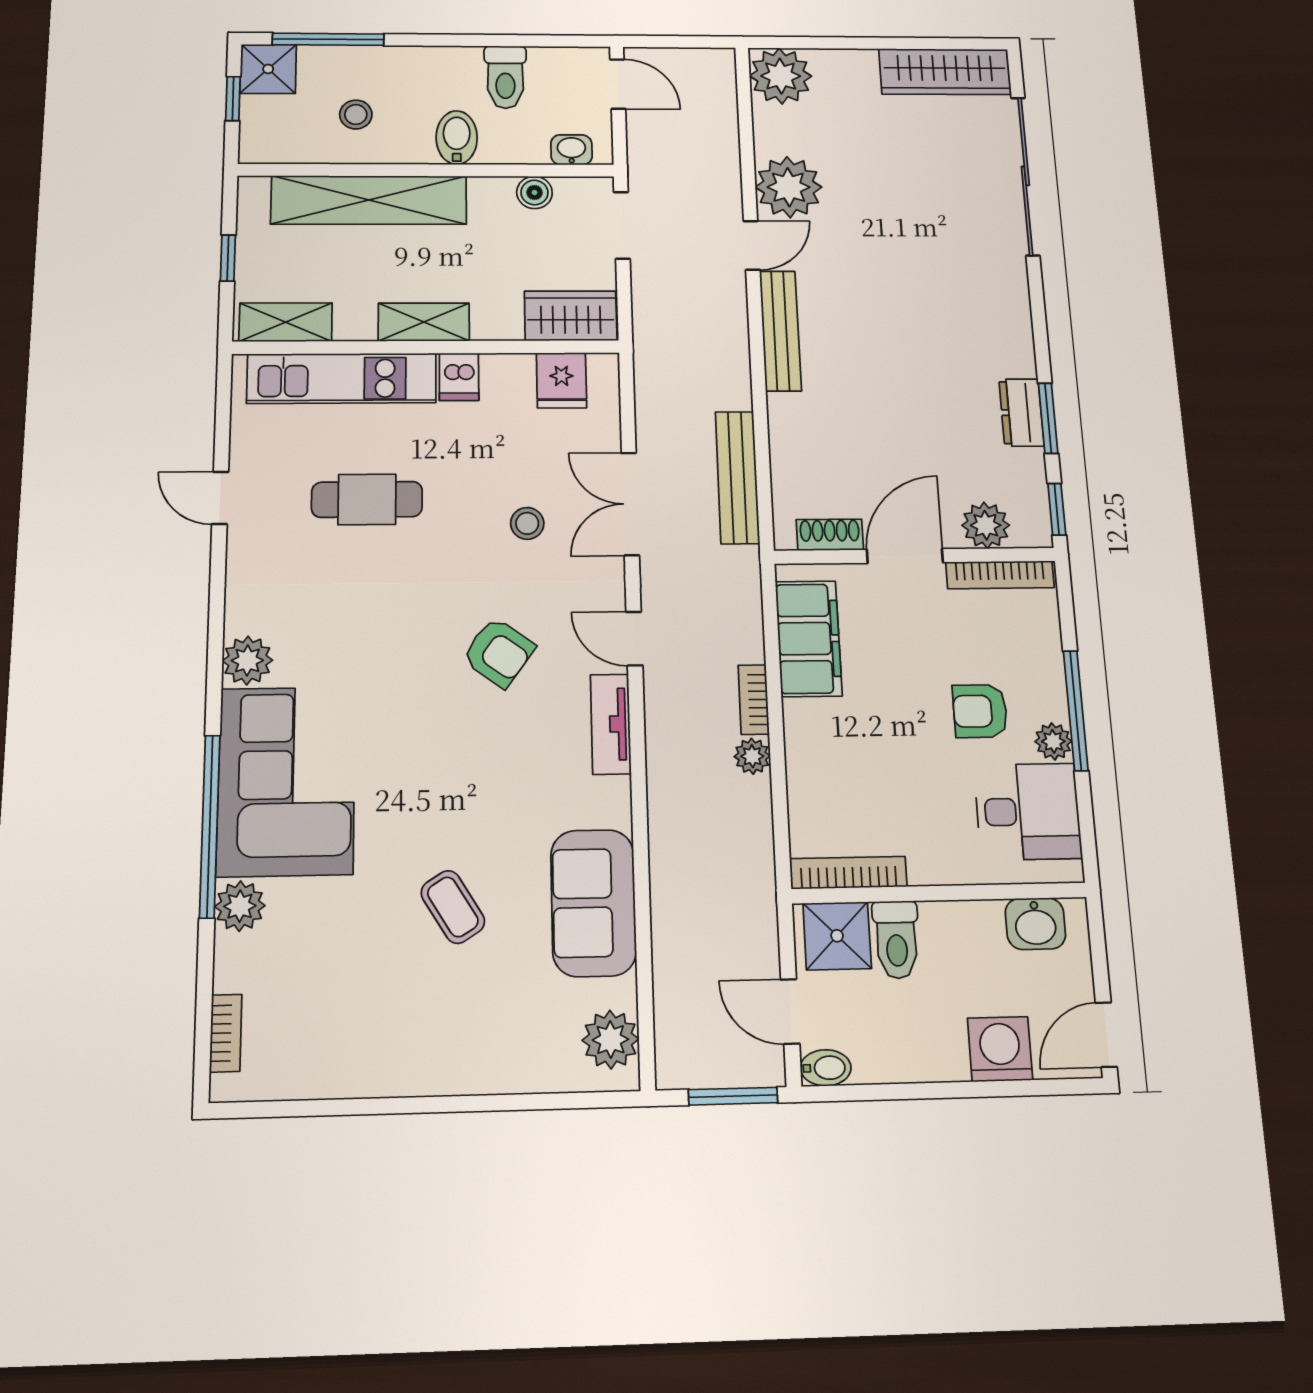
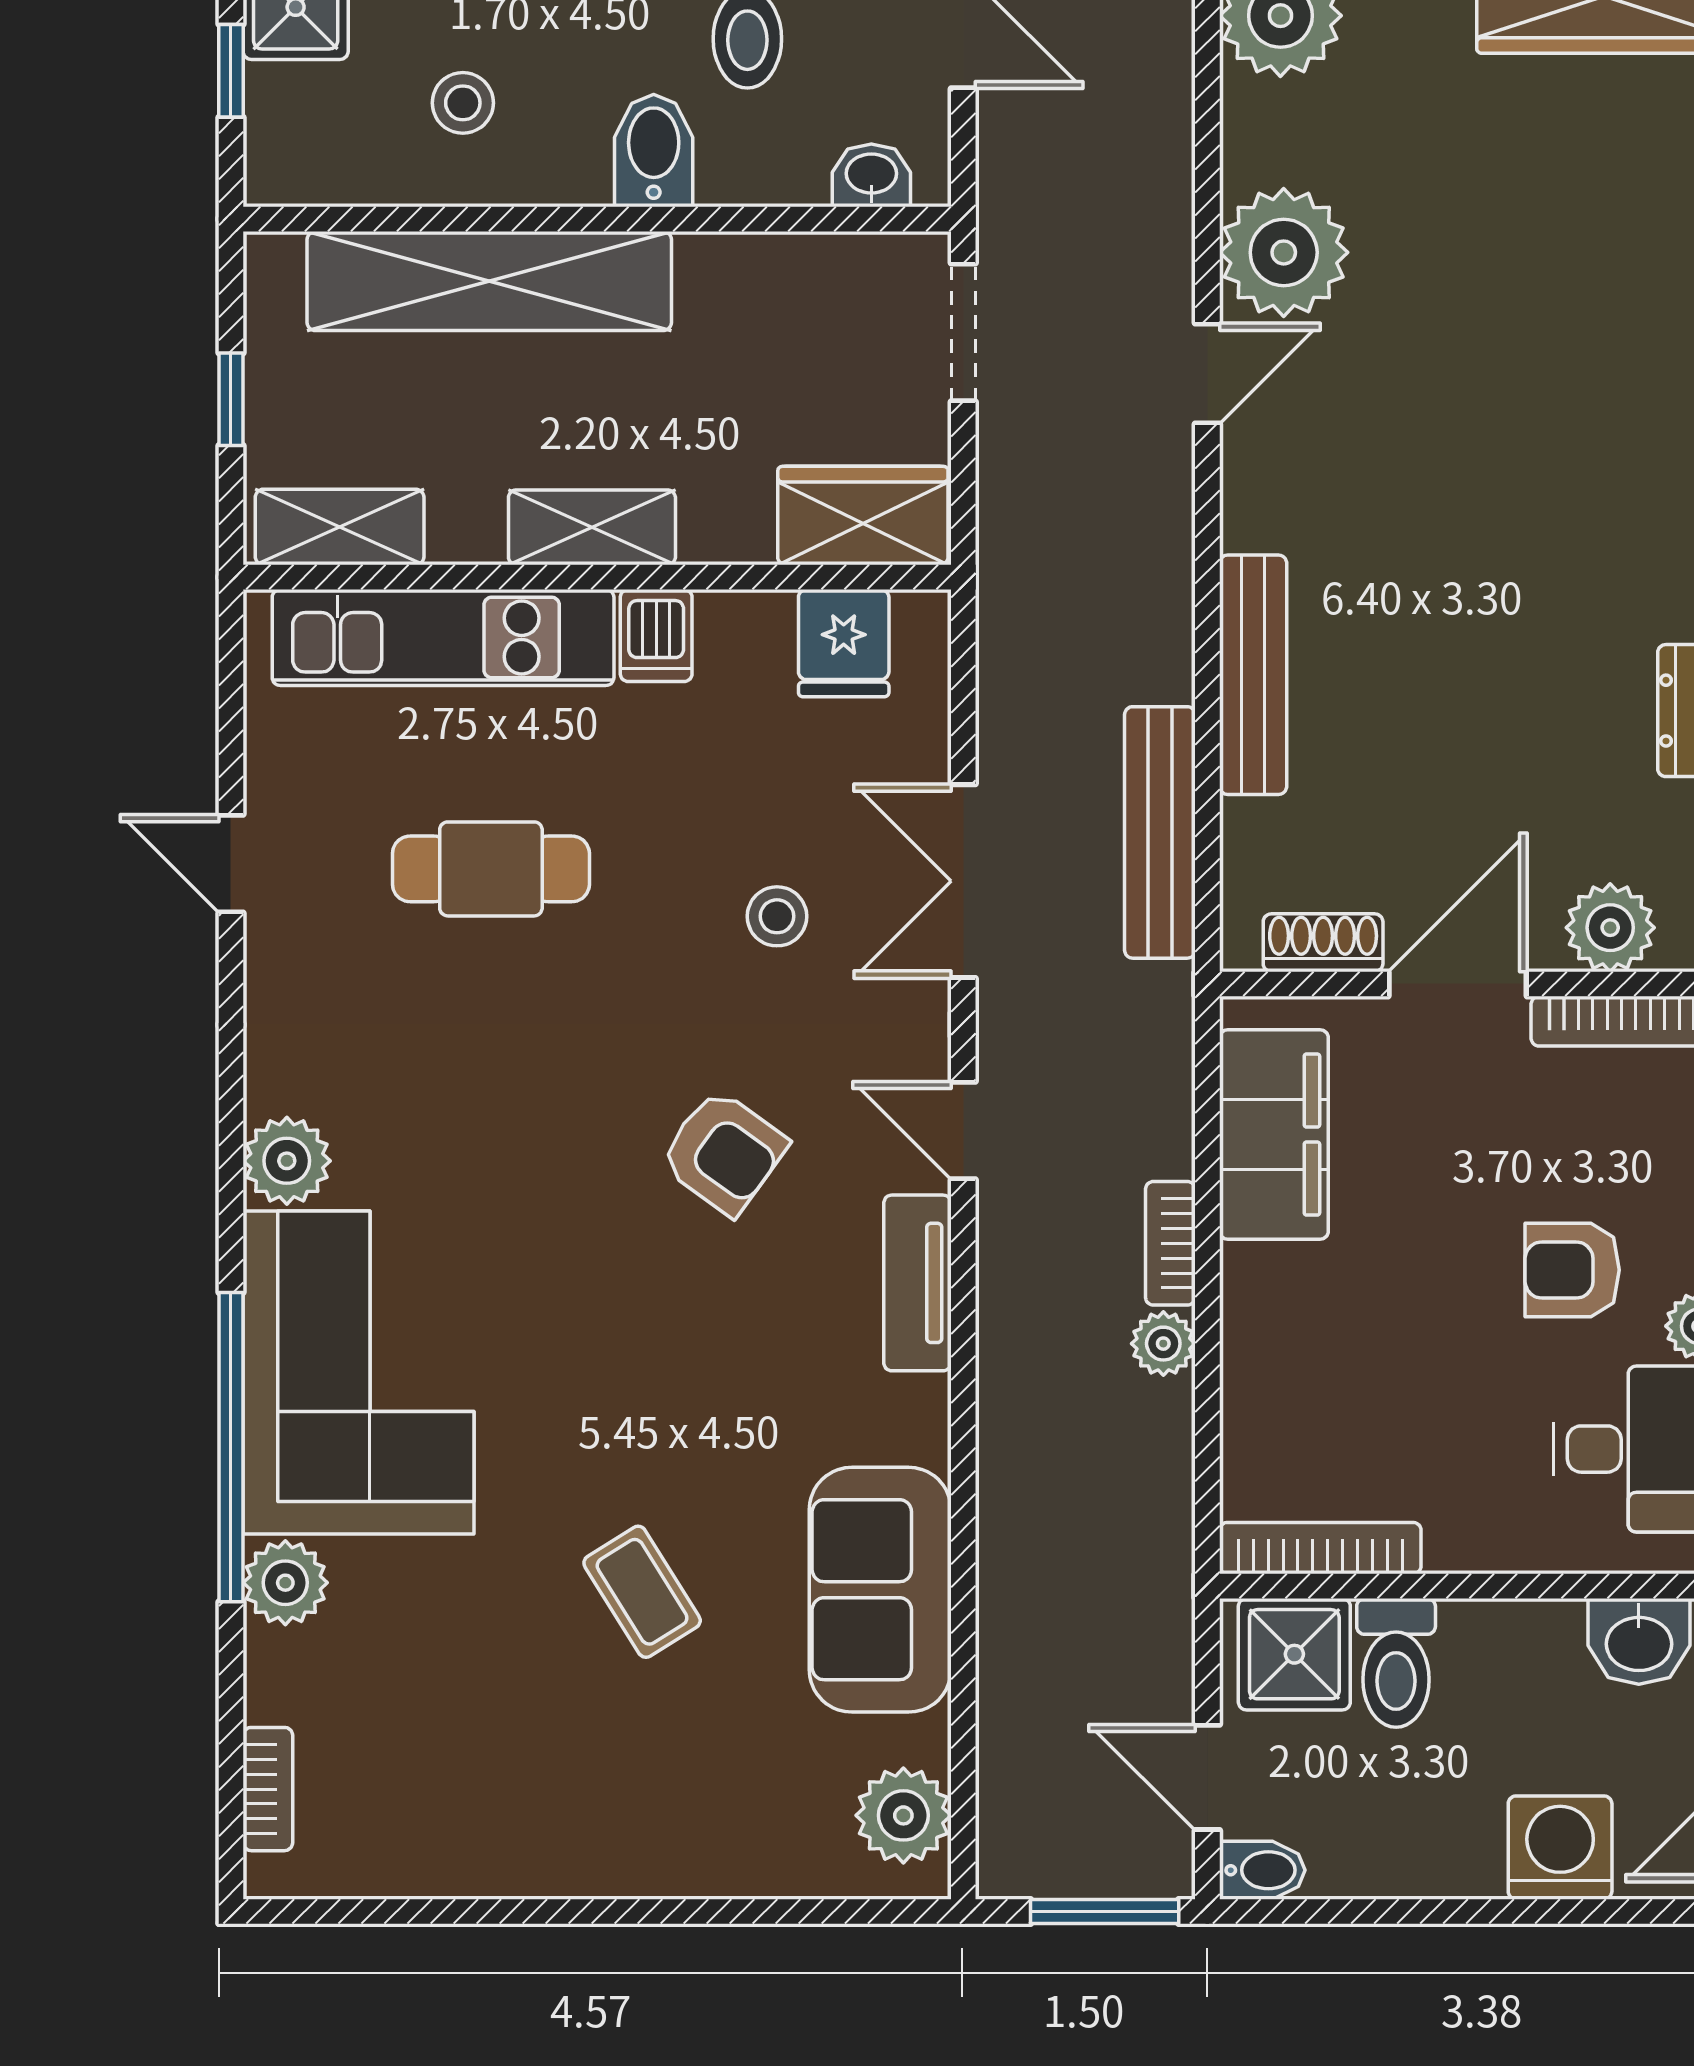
boiler: (534, 192) -> (800, 265), removed
bench: (780, 331) -> (1253, 675), moved

